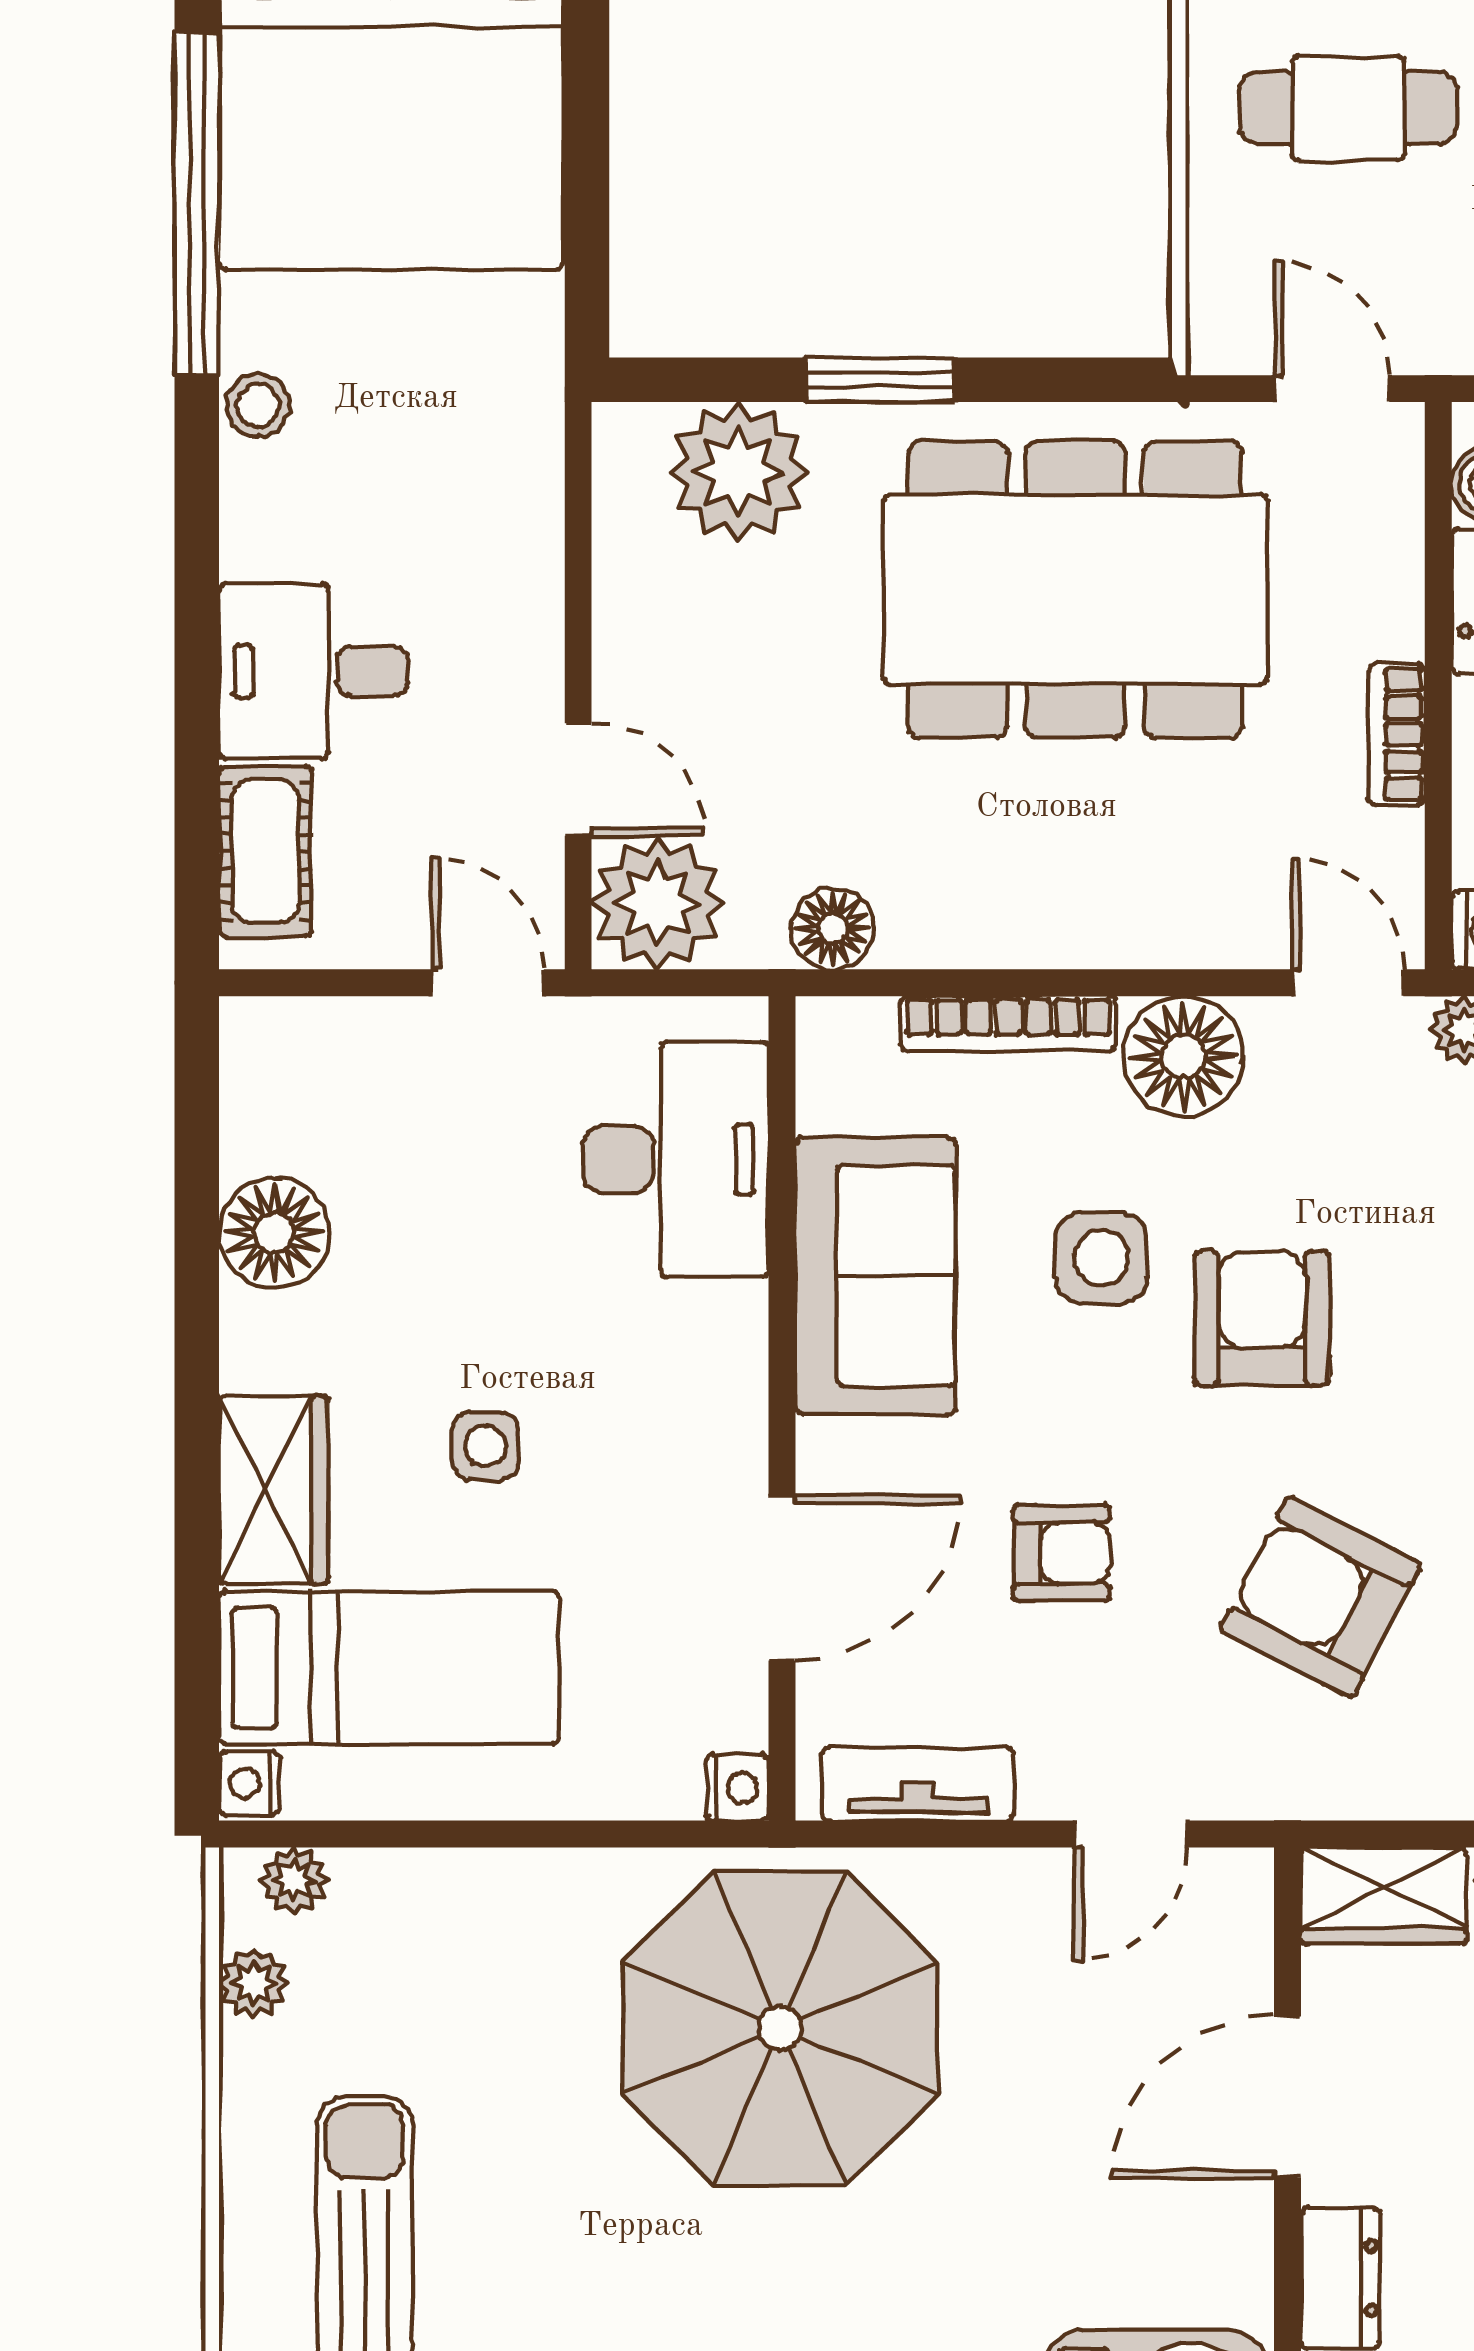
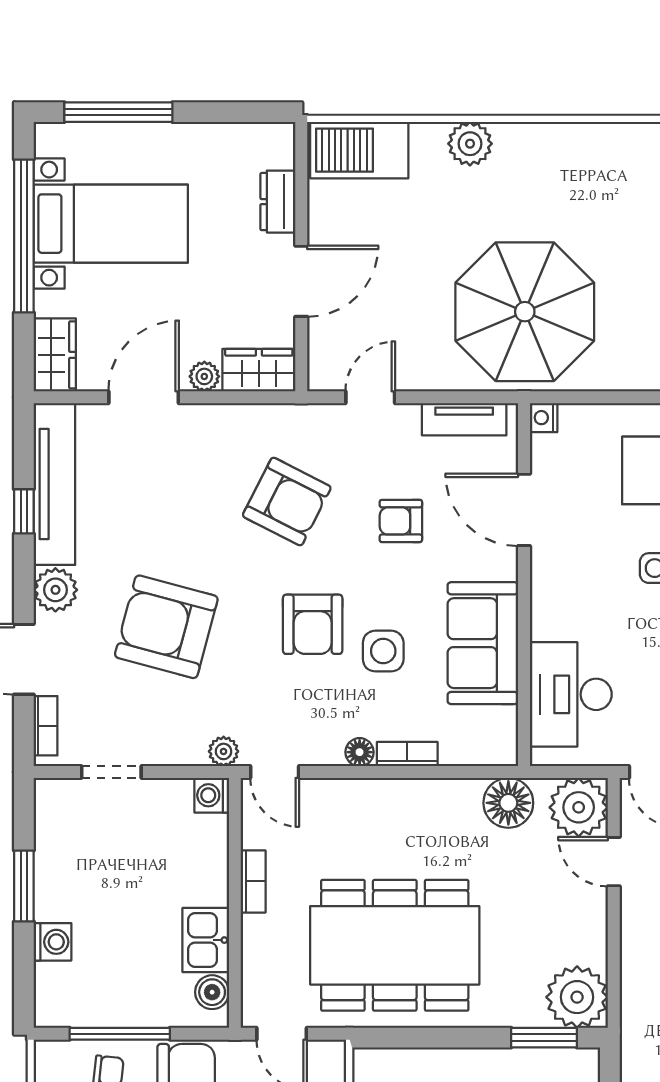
window: (880, 380) -> (544, 1038), moved
plant: (738, 472) -> (577, 997), moved
floor lamp: (833, 928) -> (508, 803), width x1.38, depth x1.38
bookcase: (1008, 1024) -> (407, 754), width x0.64
floor lamp: (1183, 1056) -> (360, 752), width x0.53, depth x0.53
door: (782, 1578) -> (524, 510), hinge flipped

